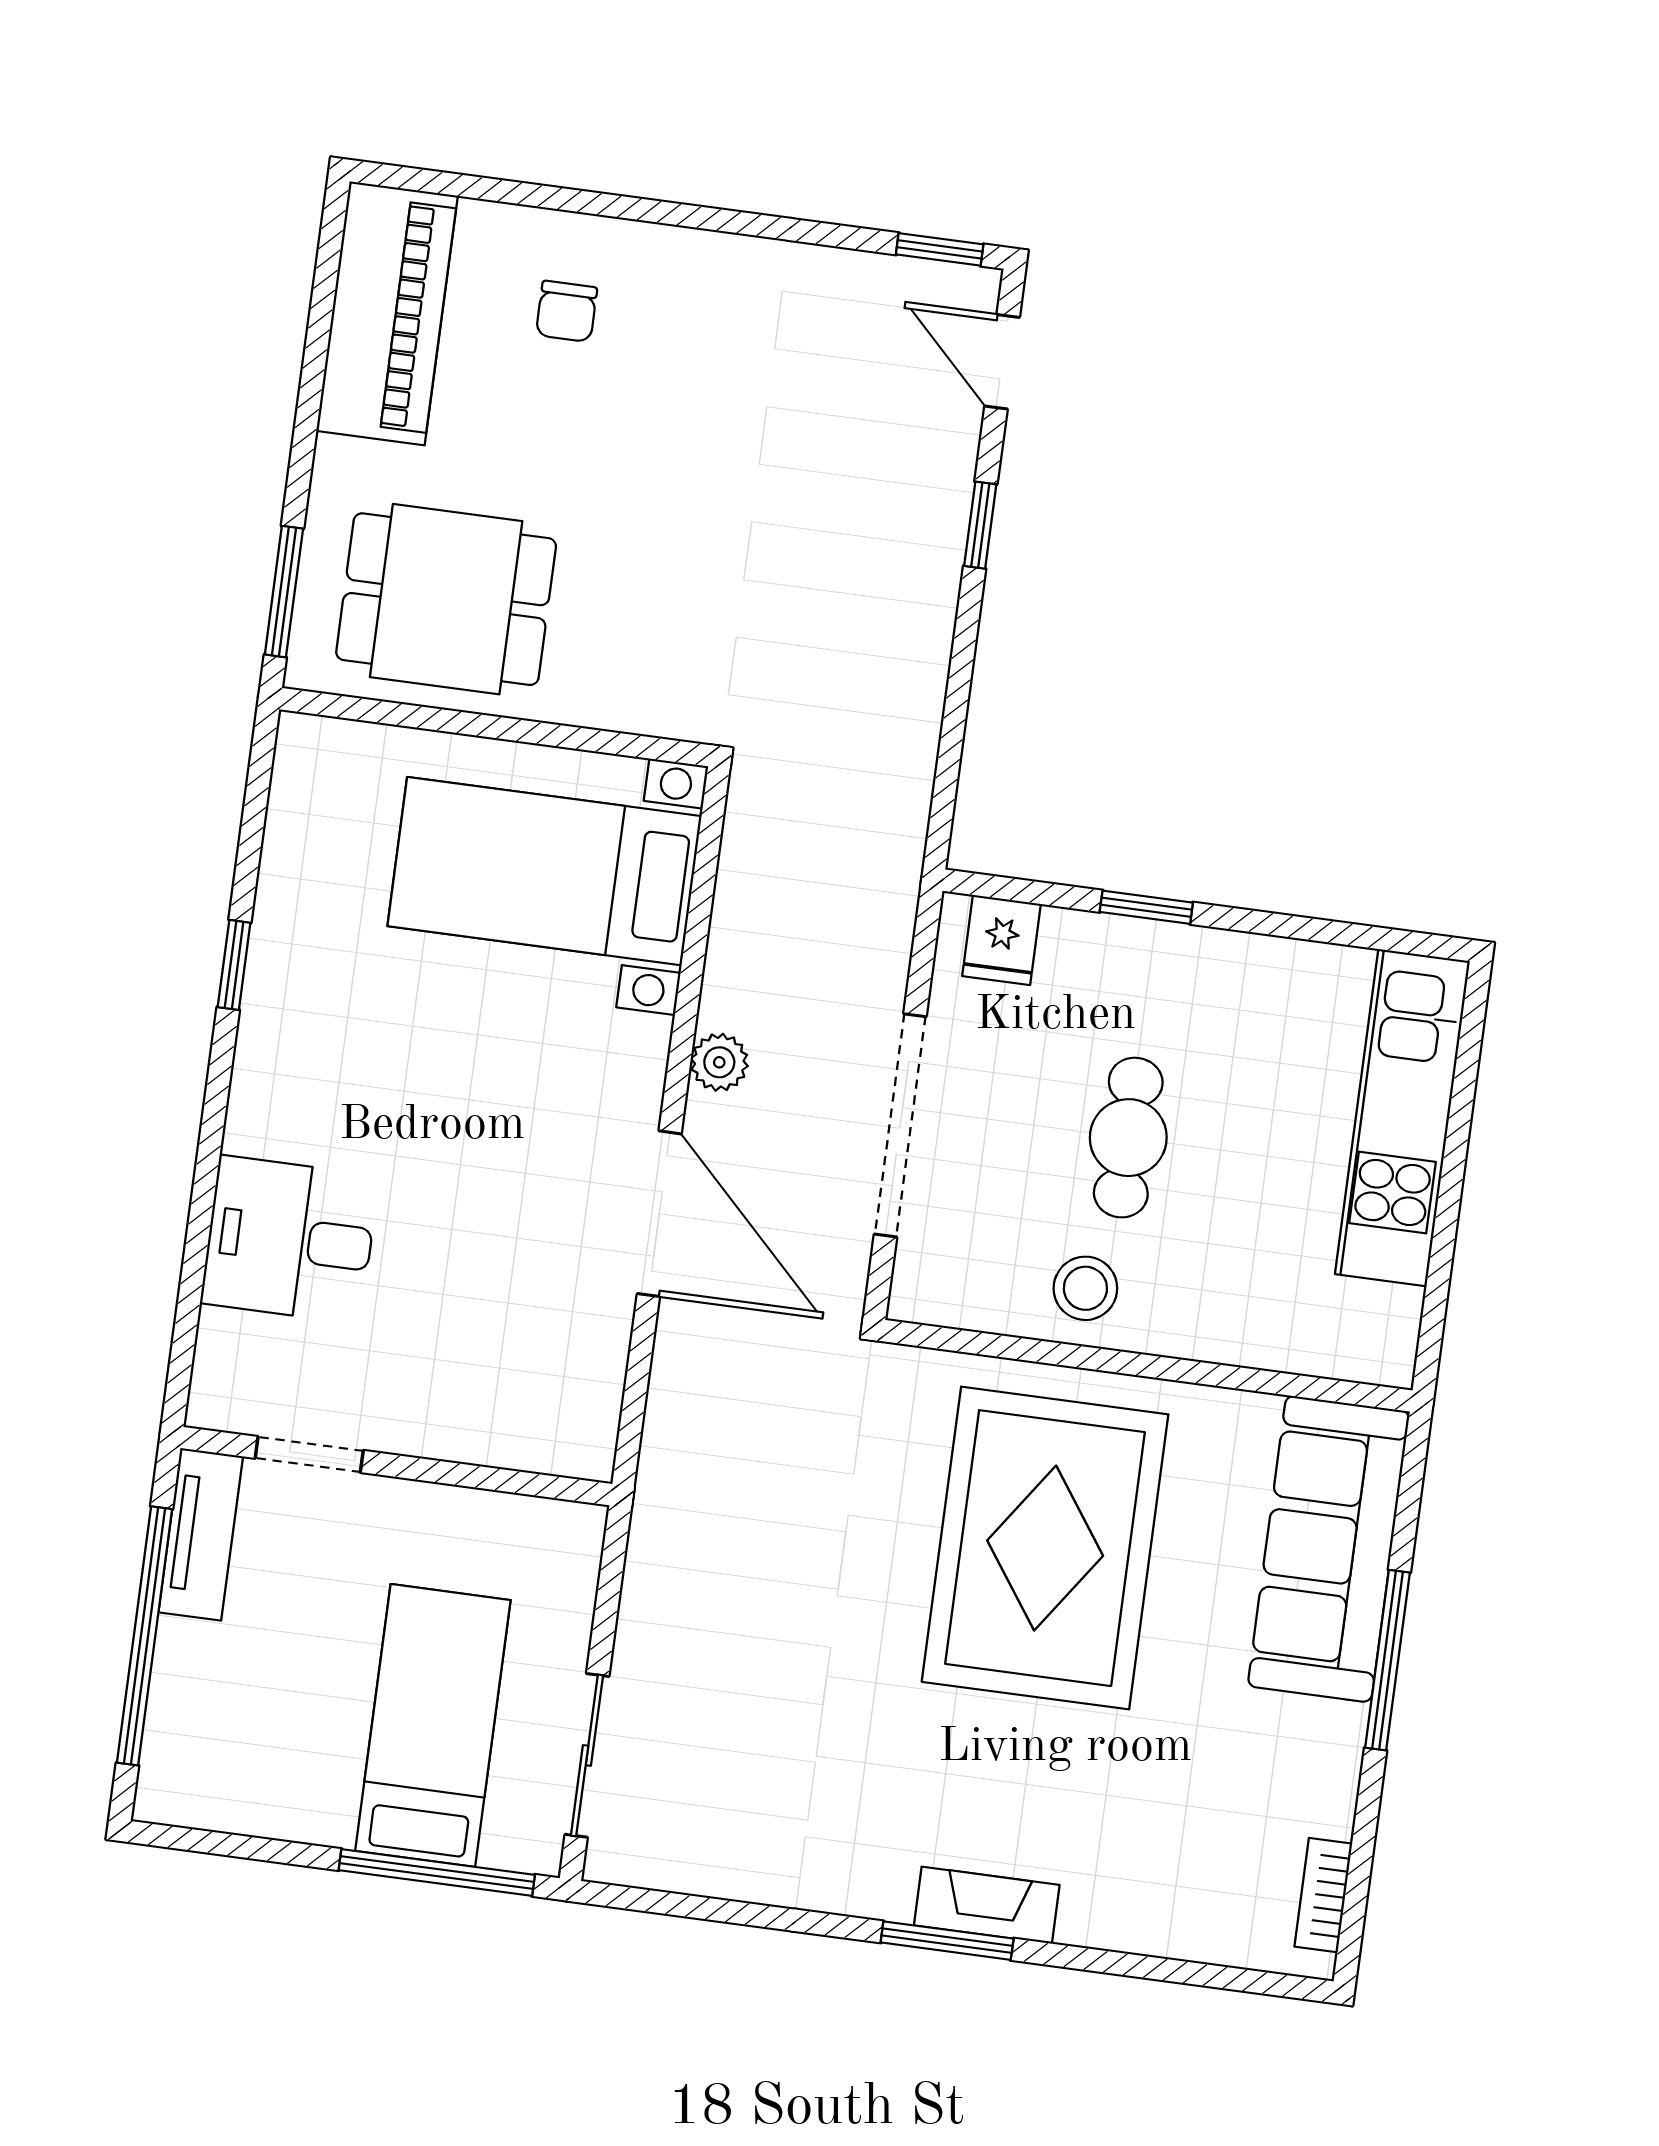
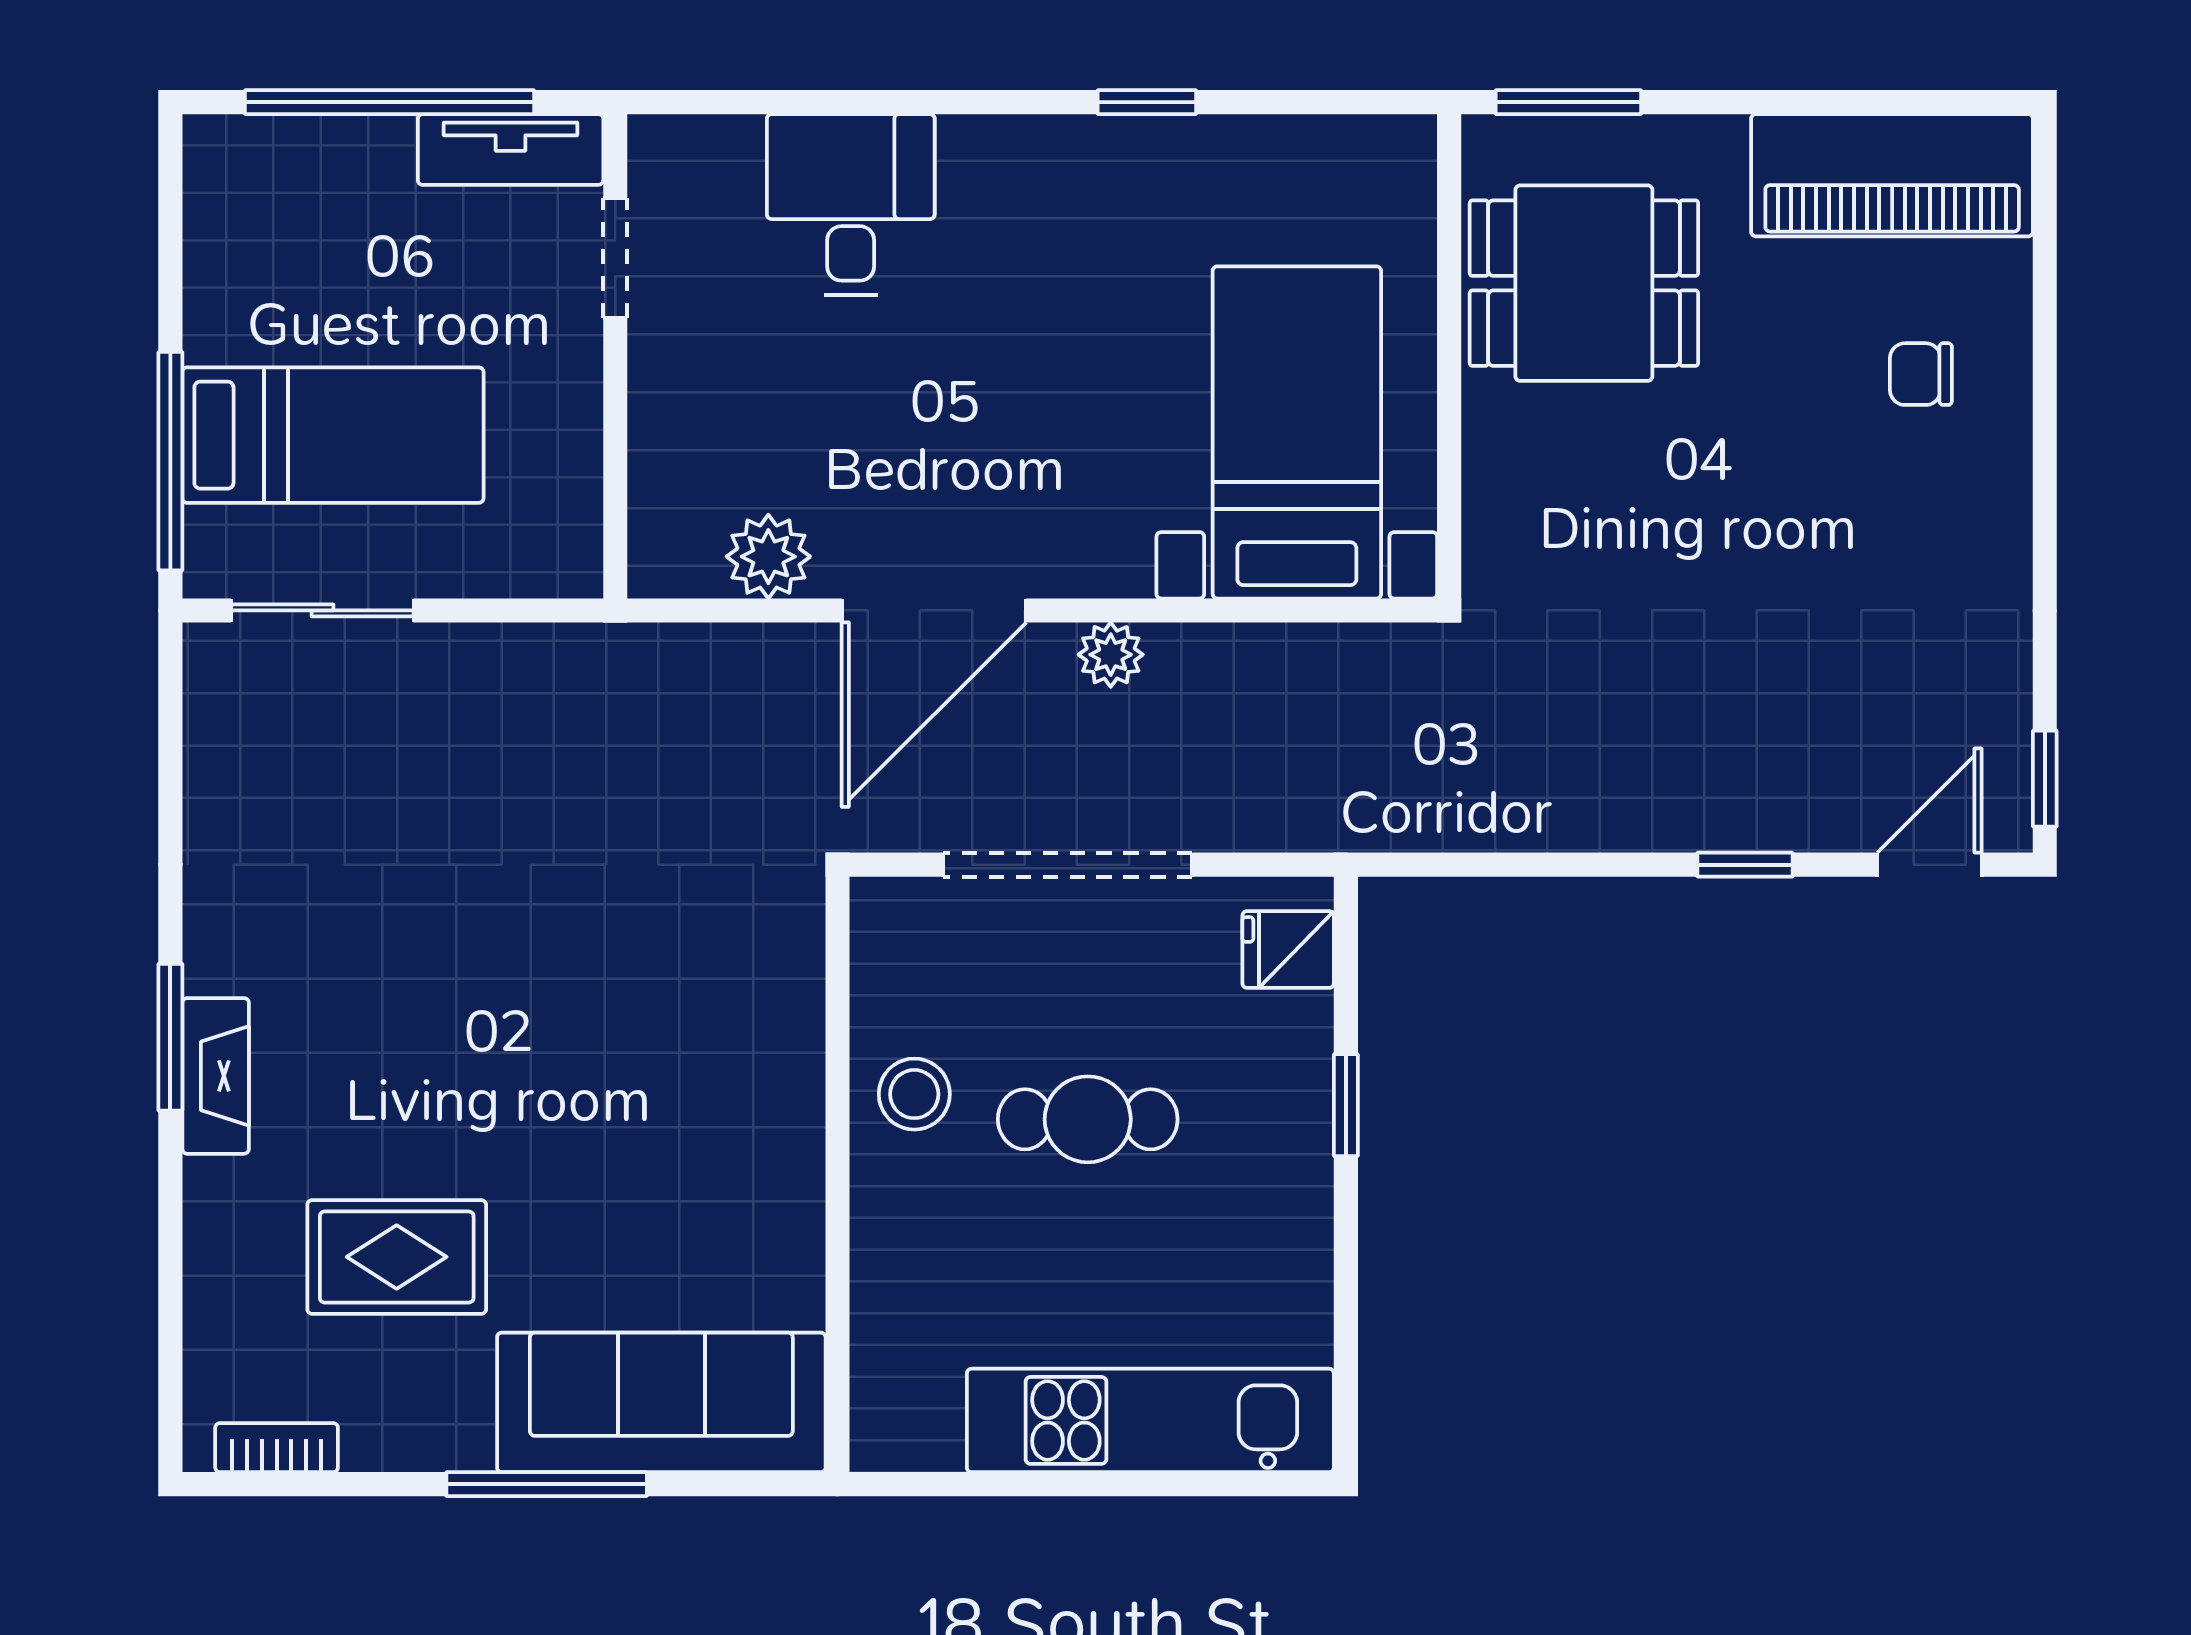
dining table: (446, 599) -> (1584, 283), turned 90
plant: (592, 1354) -> (768, 557), added
rug: (1045, 1548) -> (397, 1257), moved, width x0.54, depth x0.49

